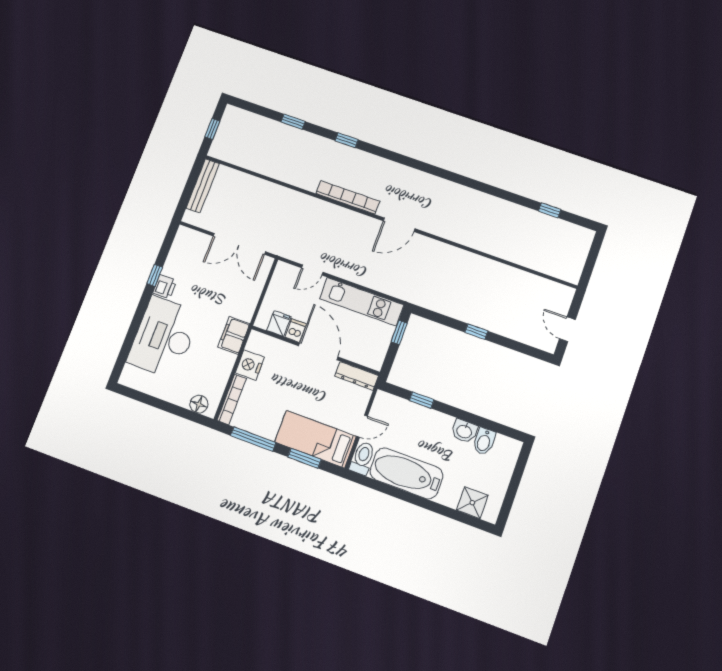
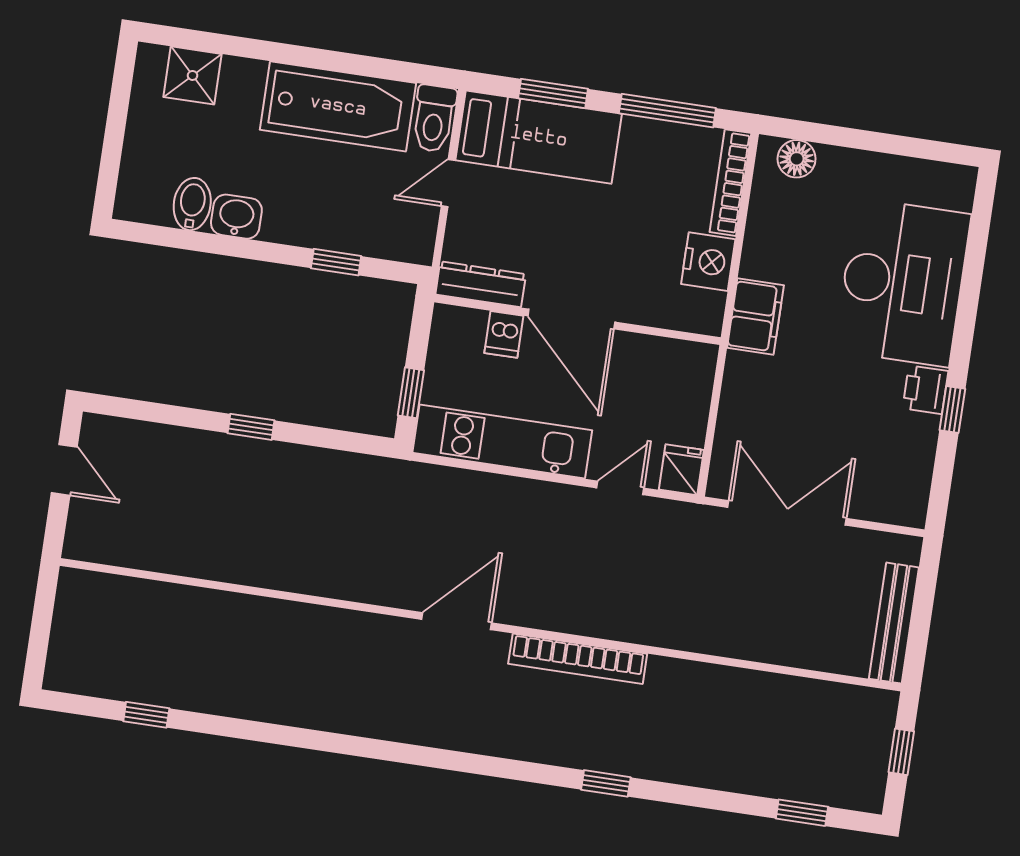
window: (293, 122) -> (802, 813), moved
fridge: (279, 324) -> (681, 470), moved, turned 180
dishwasher: (296, 331) -> (504, 334), moved

